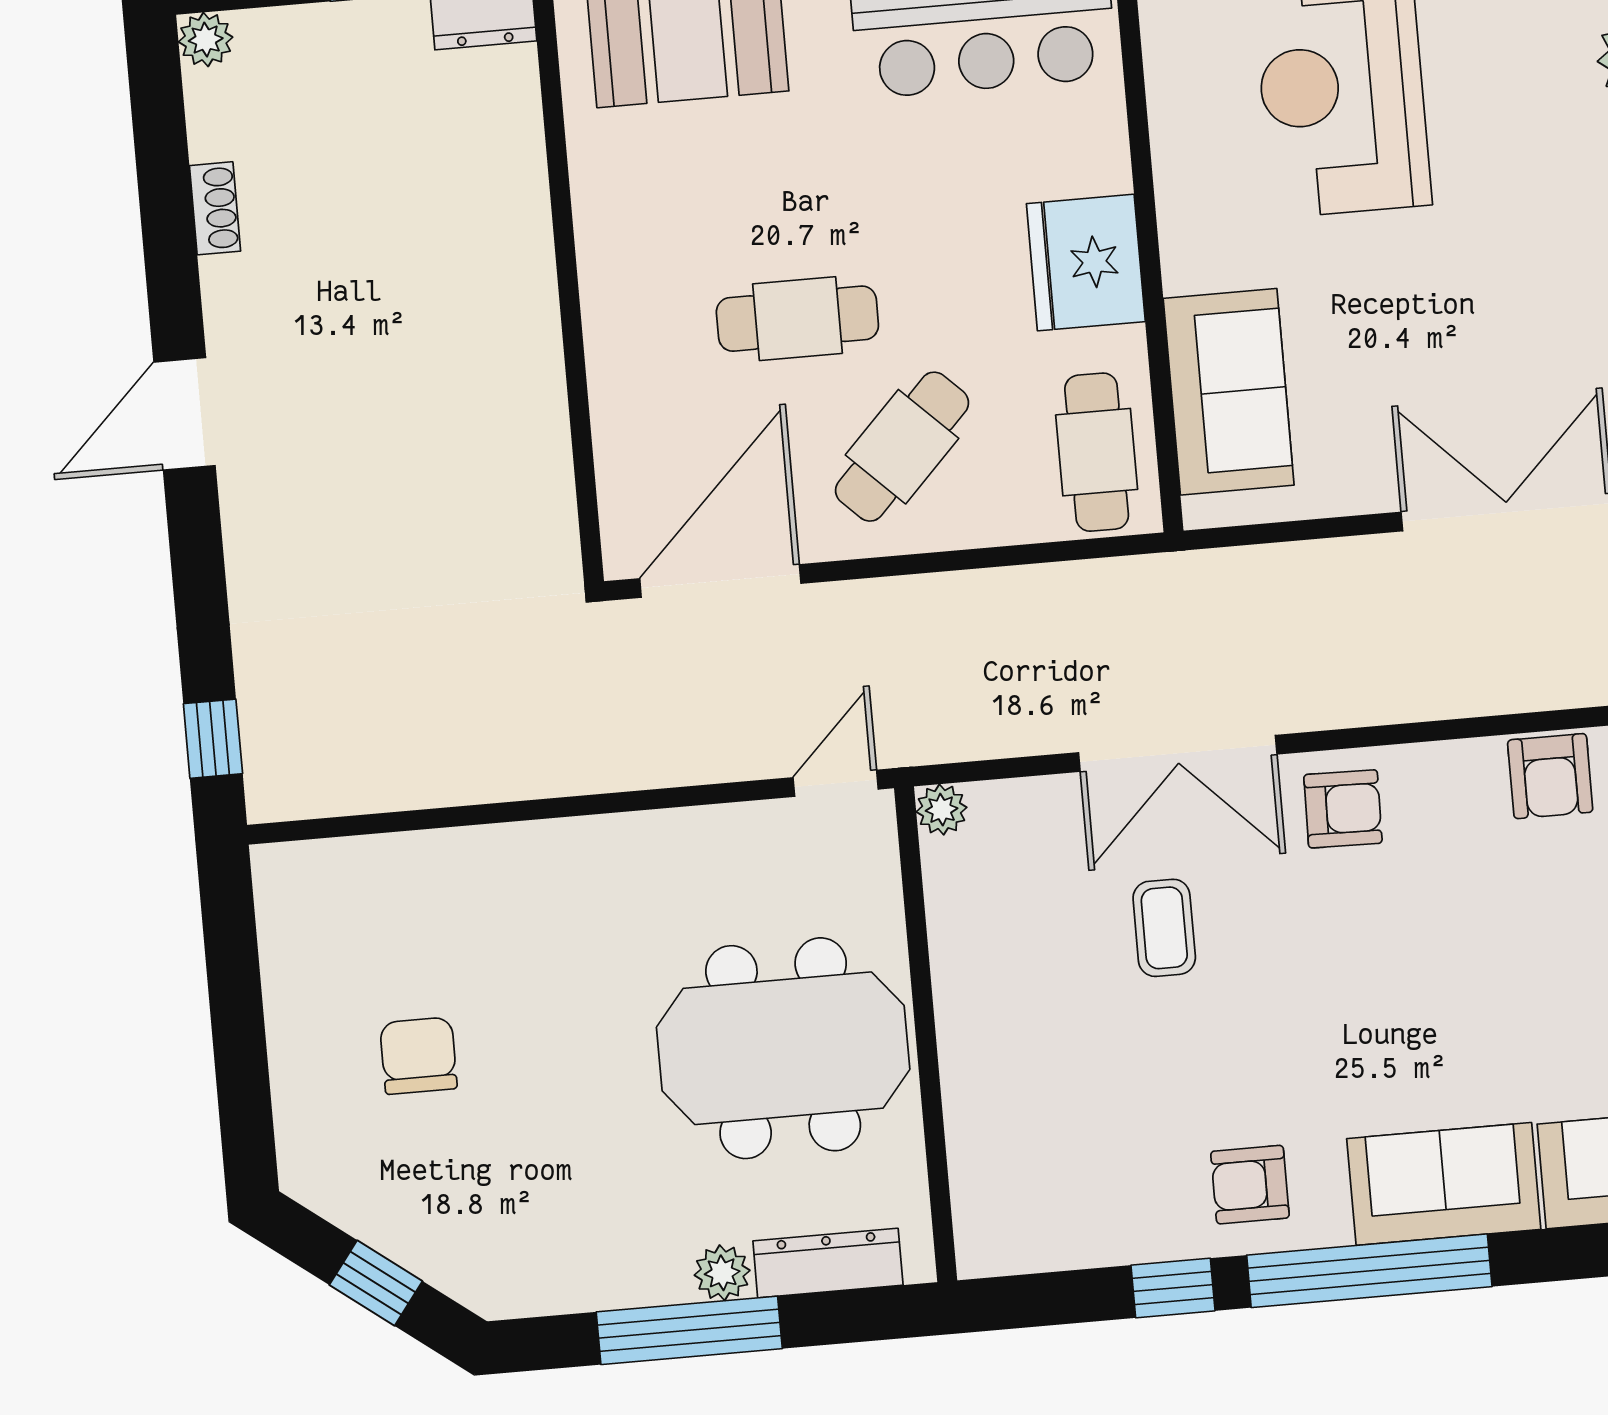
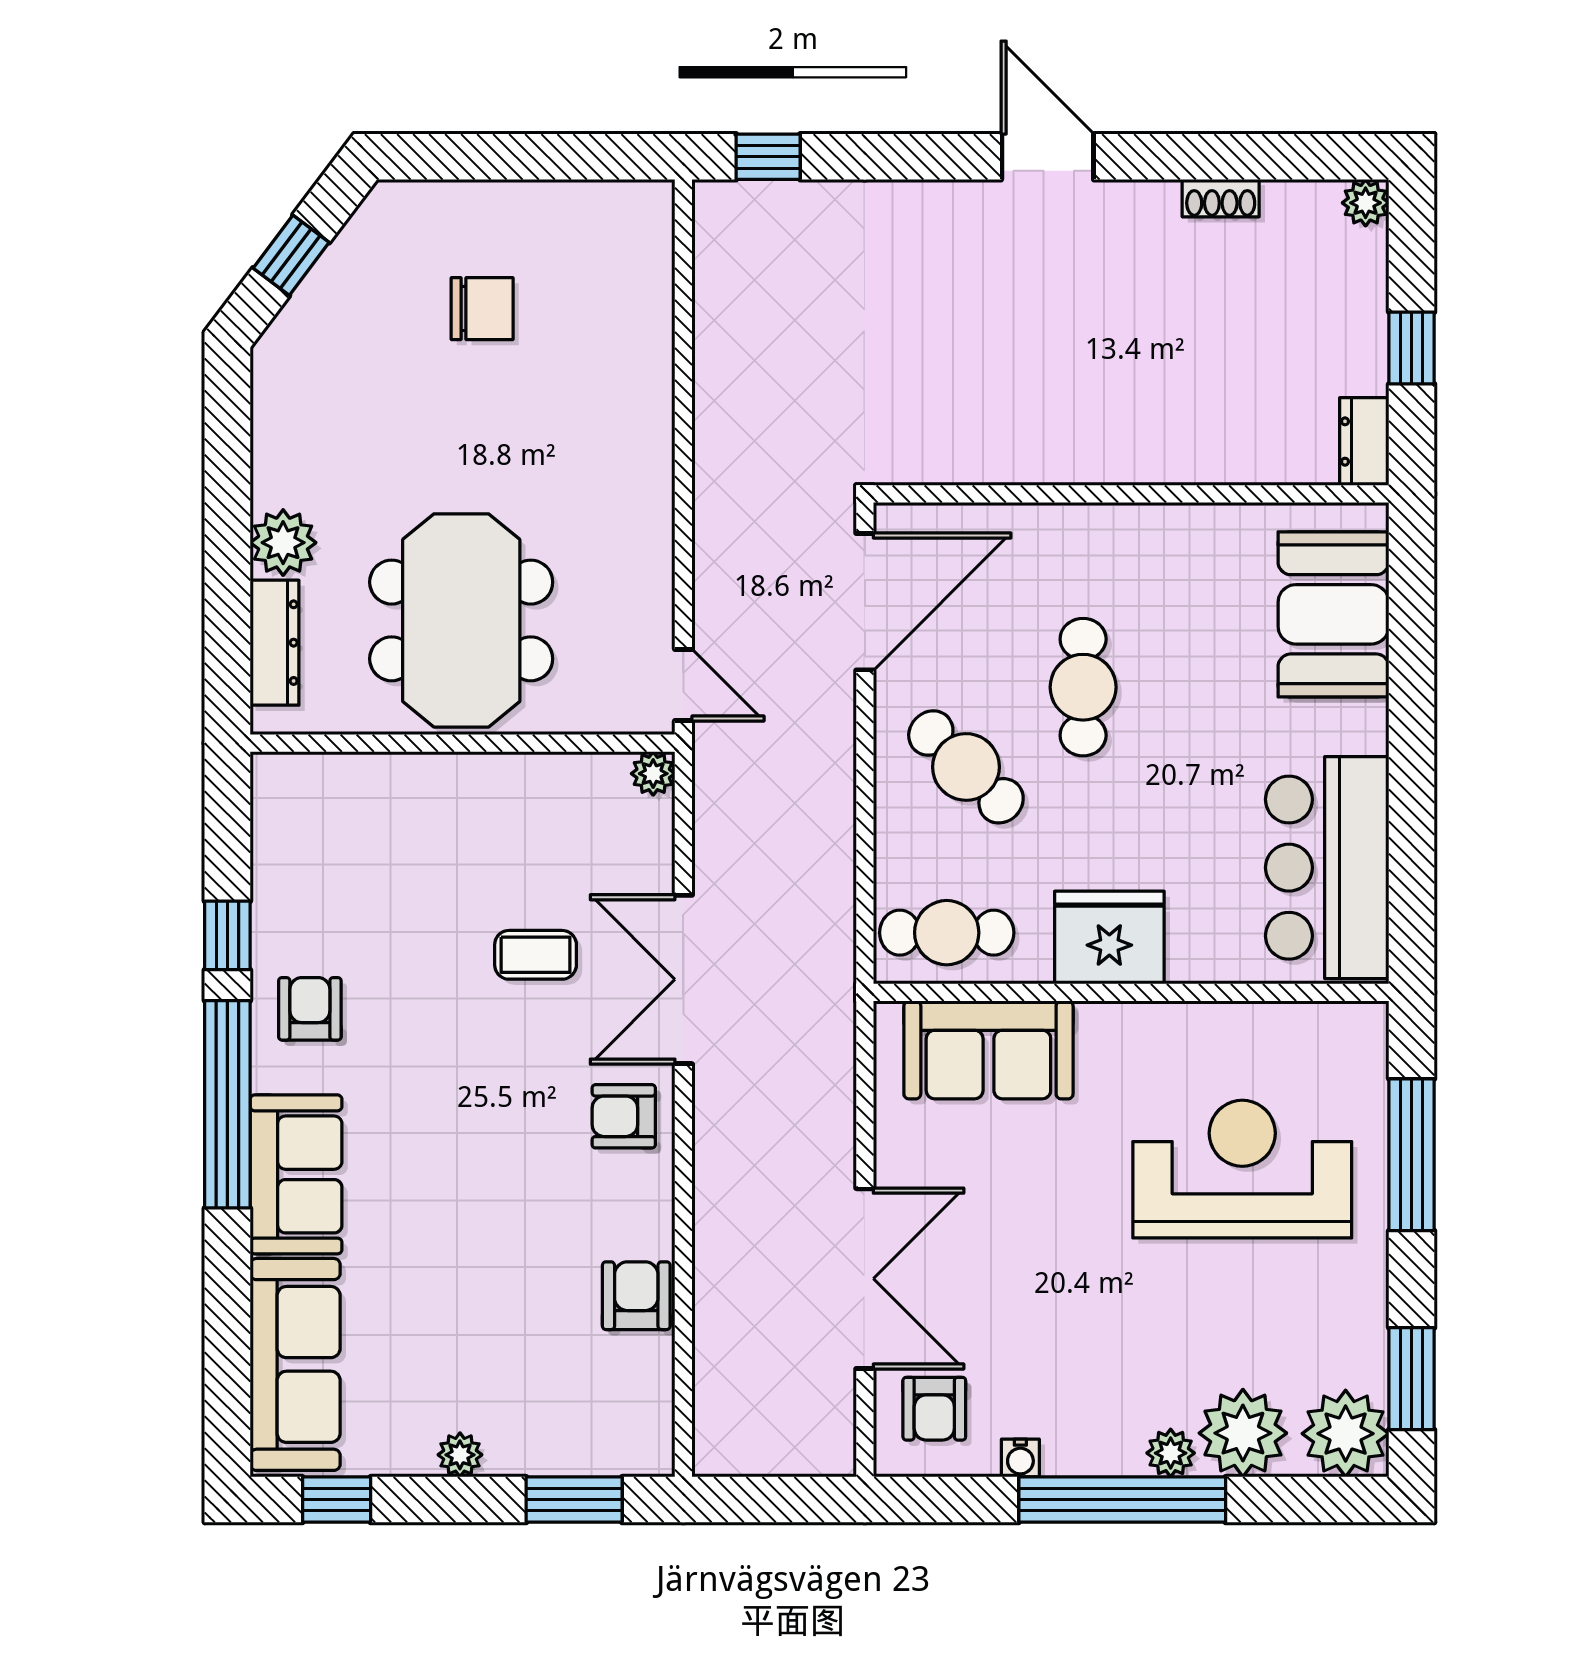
door: (720, 581) -> (865, 602), hinge flipped
armchair: (1550, 776) -> (636, 1296), turned 90
armchair: (1343, 809) -> (624, 1116), turned 89
plant: (722, 1273) -> (283, 543), width x1.38, depth x1.38
window: (689, 1330) -> (227, 519), removed

